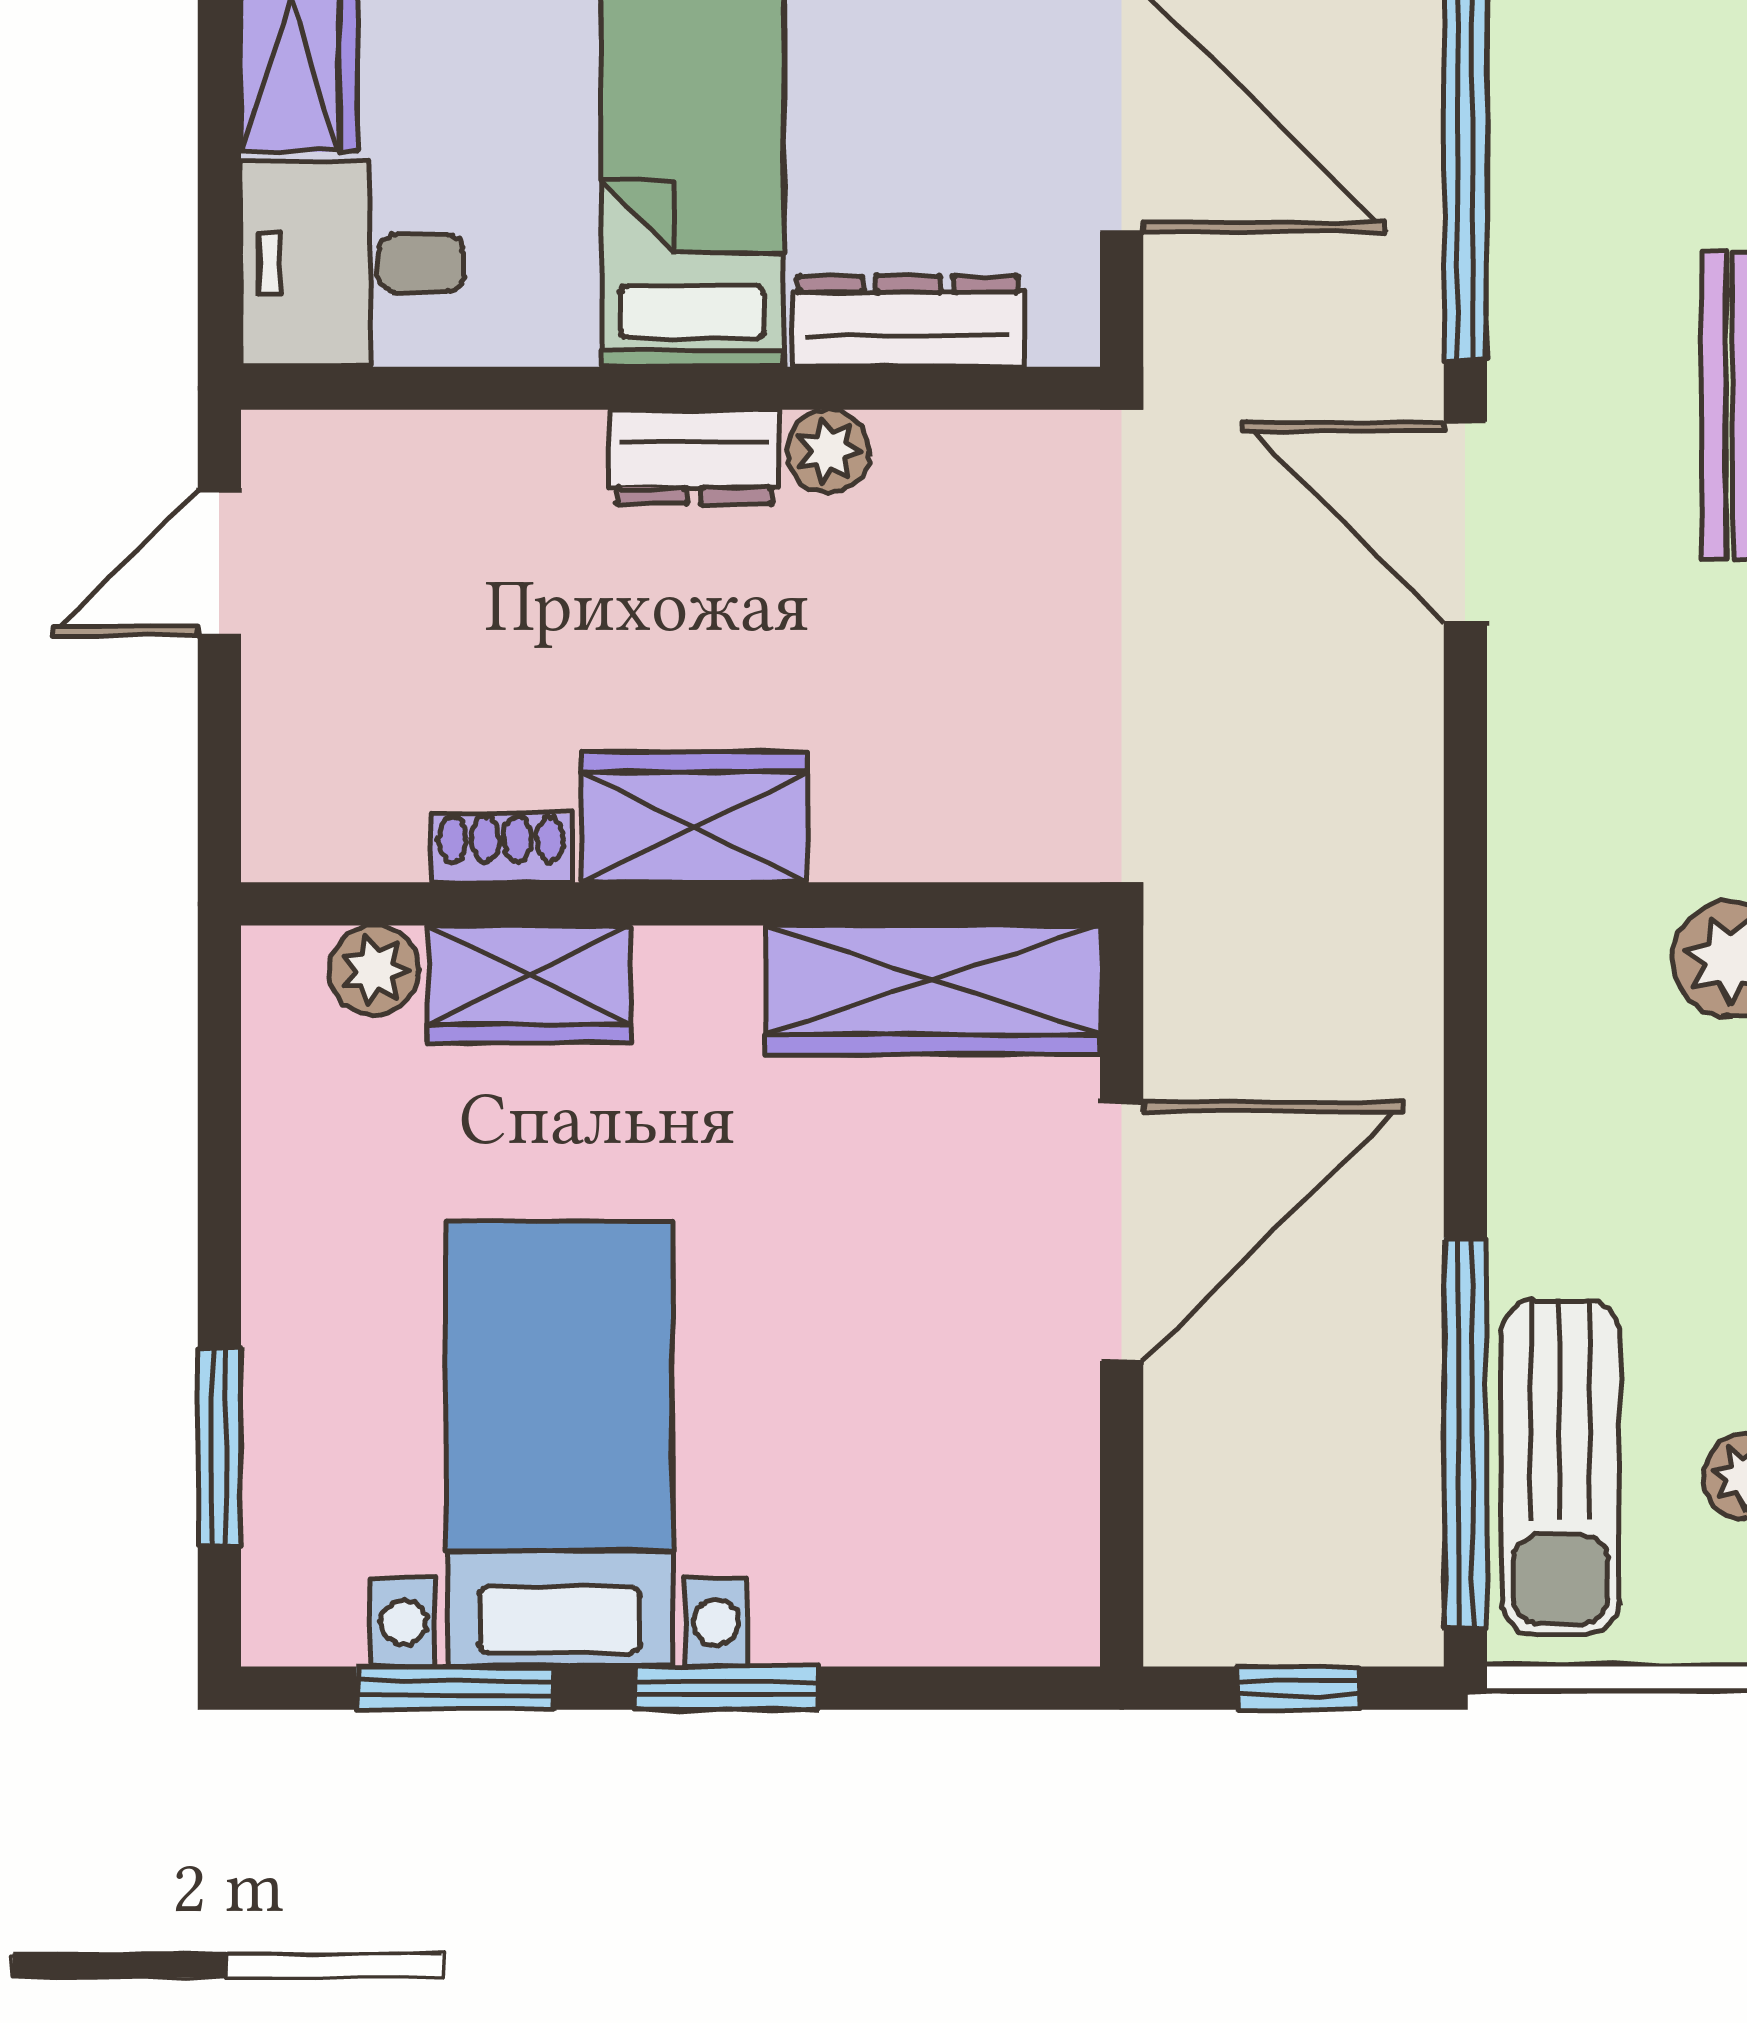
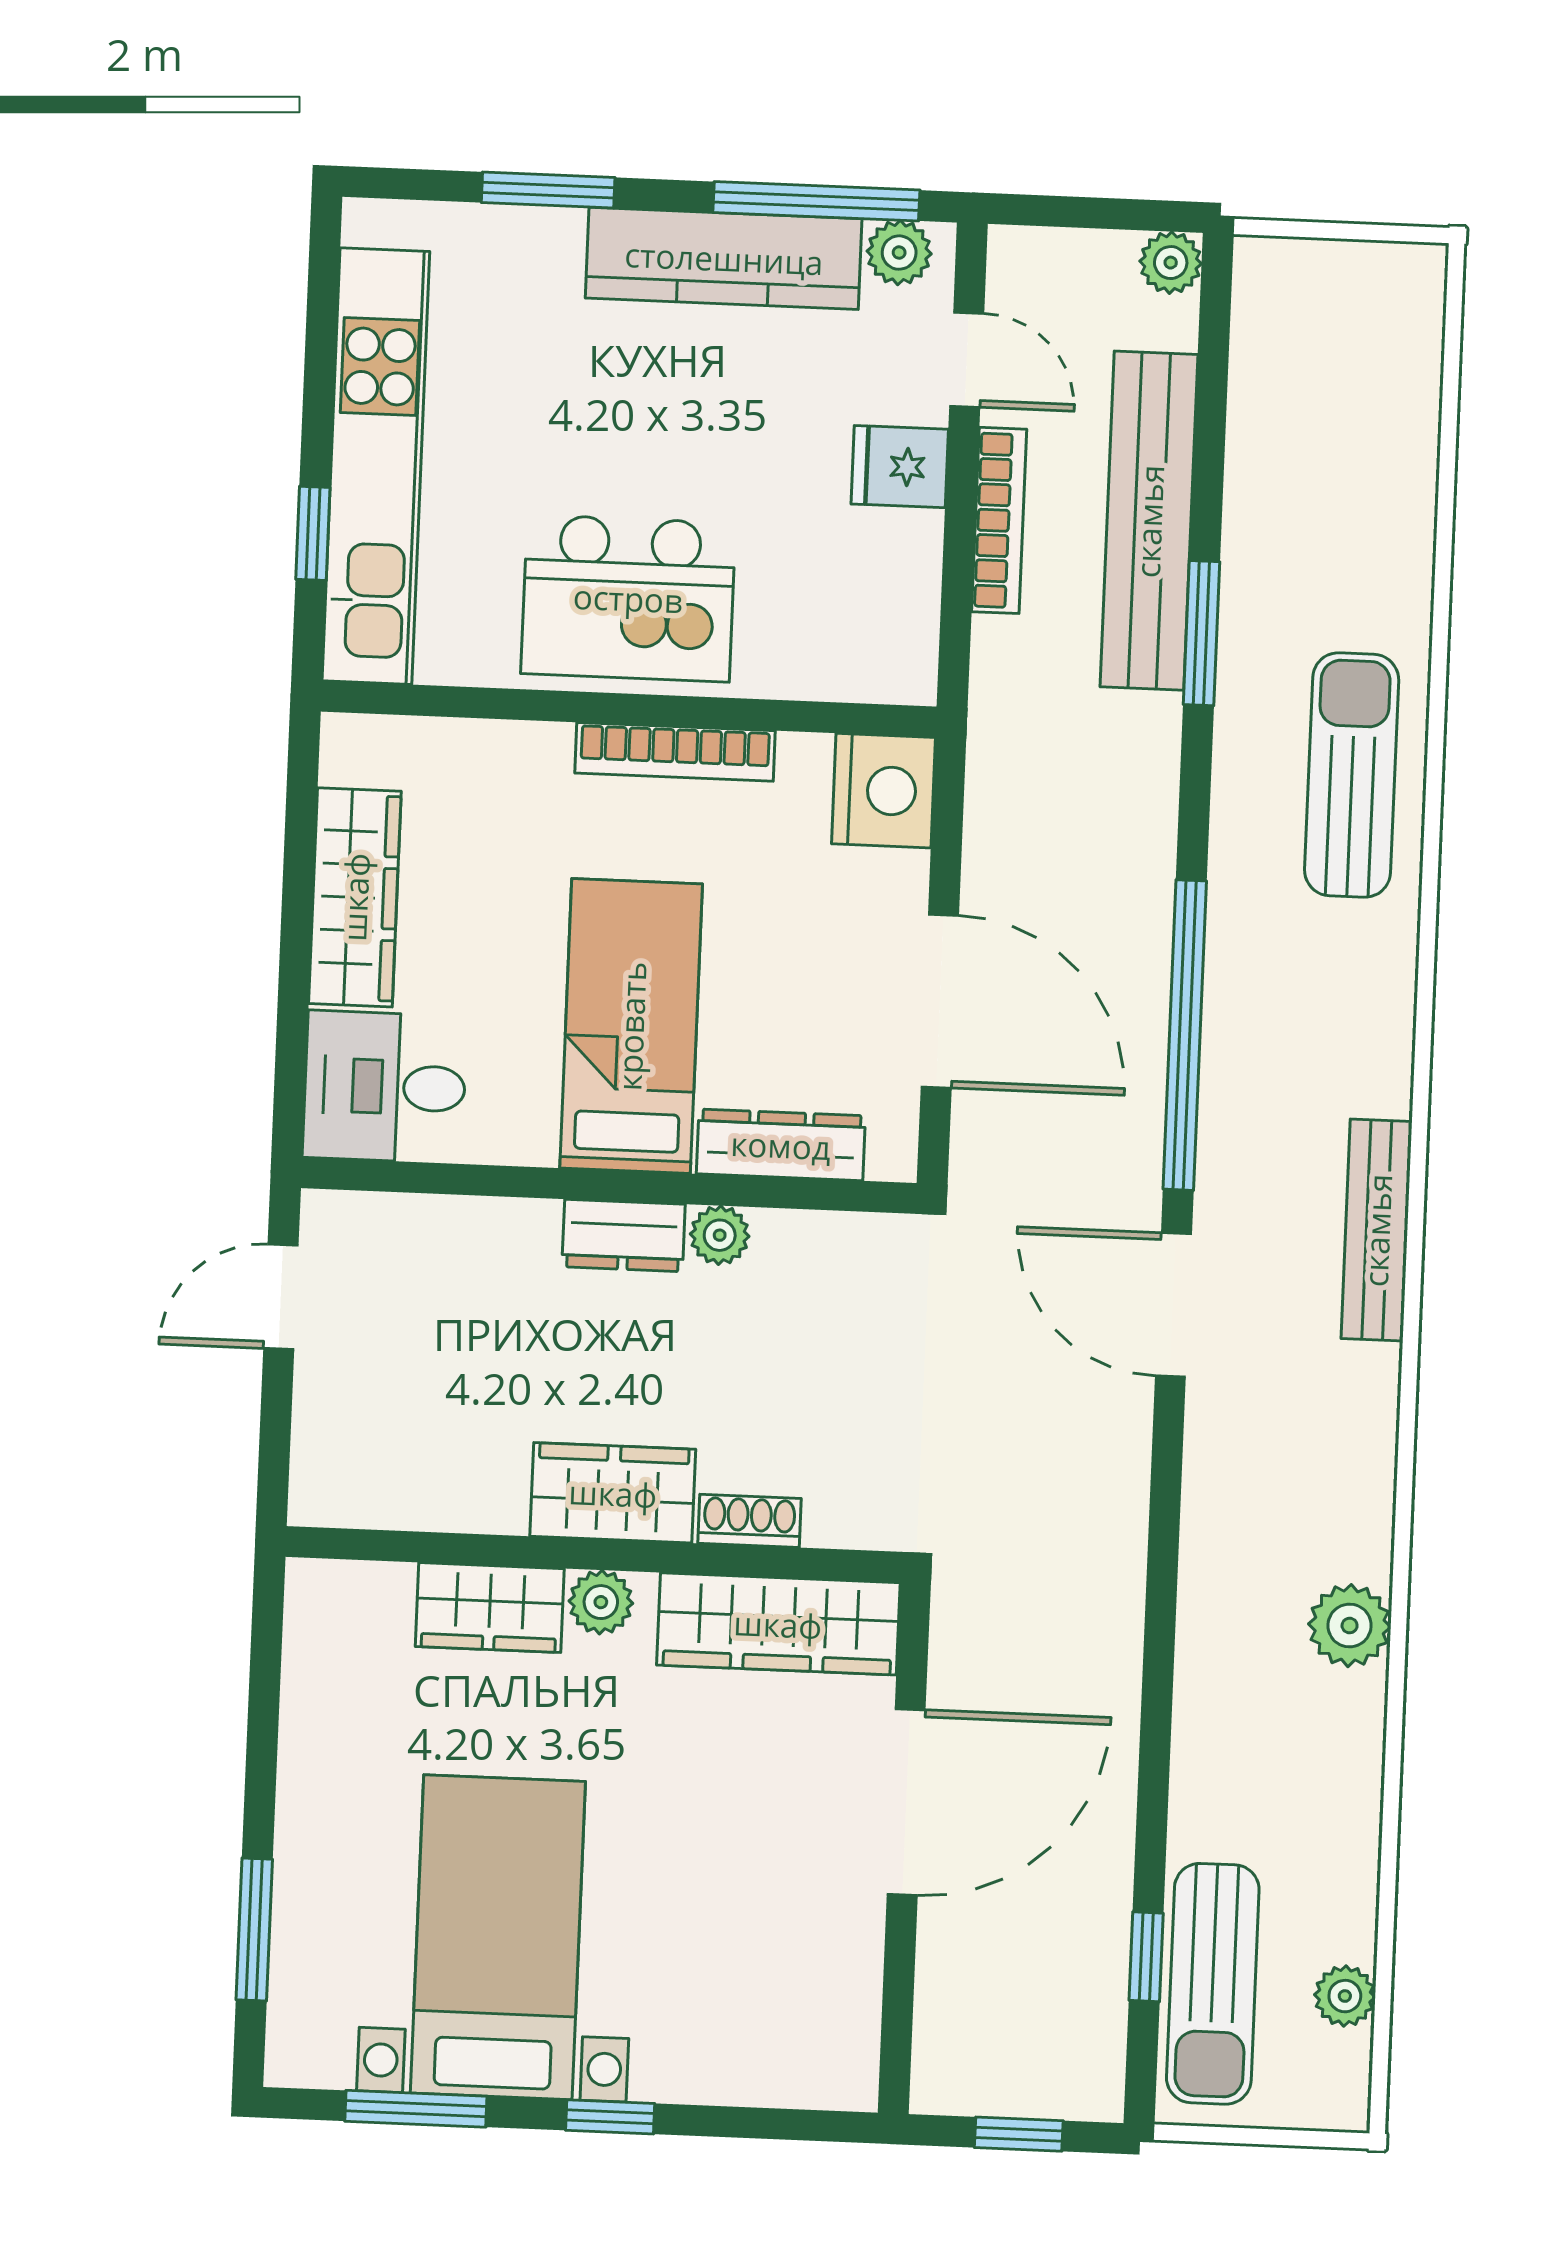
shoe rack: (501, 848) -> (749, 1521), moved
plant: (374, 970) -> (601, 1602), moved
window: (1465, 1433) -> (1146, 1957), width x0.32
window: (727, 1688) -> (610, 2117), width x0.67

